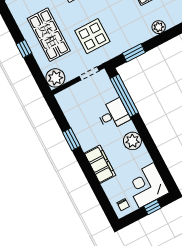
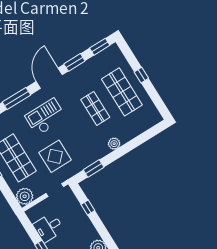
window: (124, 96) -> (88, 208), width x0.32
desk: (113, 115) -> (49, 227), moved, turned 180

